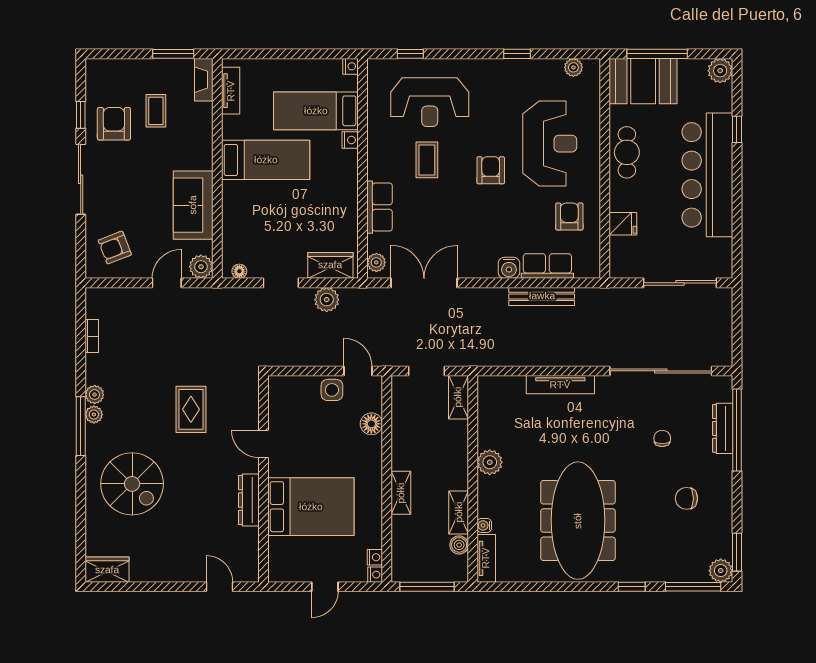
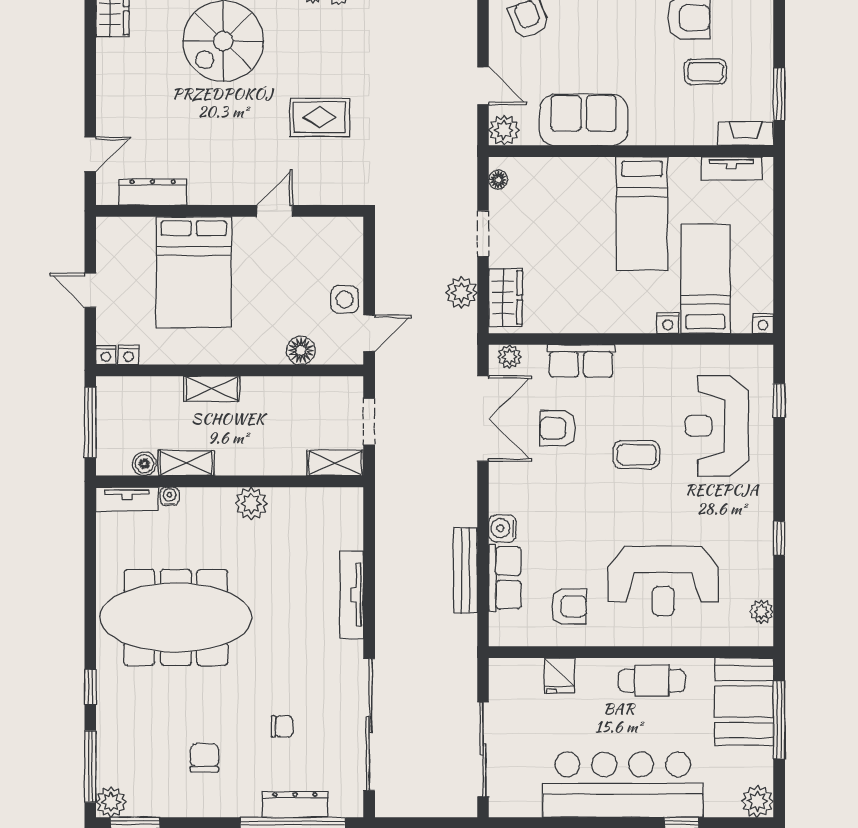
coffee table: (427, 160) -> (637, 455), moved
armchair: (491, 170) -> (558, 428), moved, turned 180
dresser: (249, 500) -> (153, 192), moved

